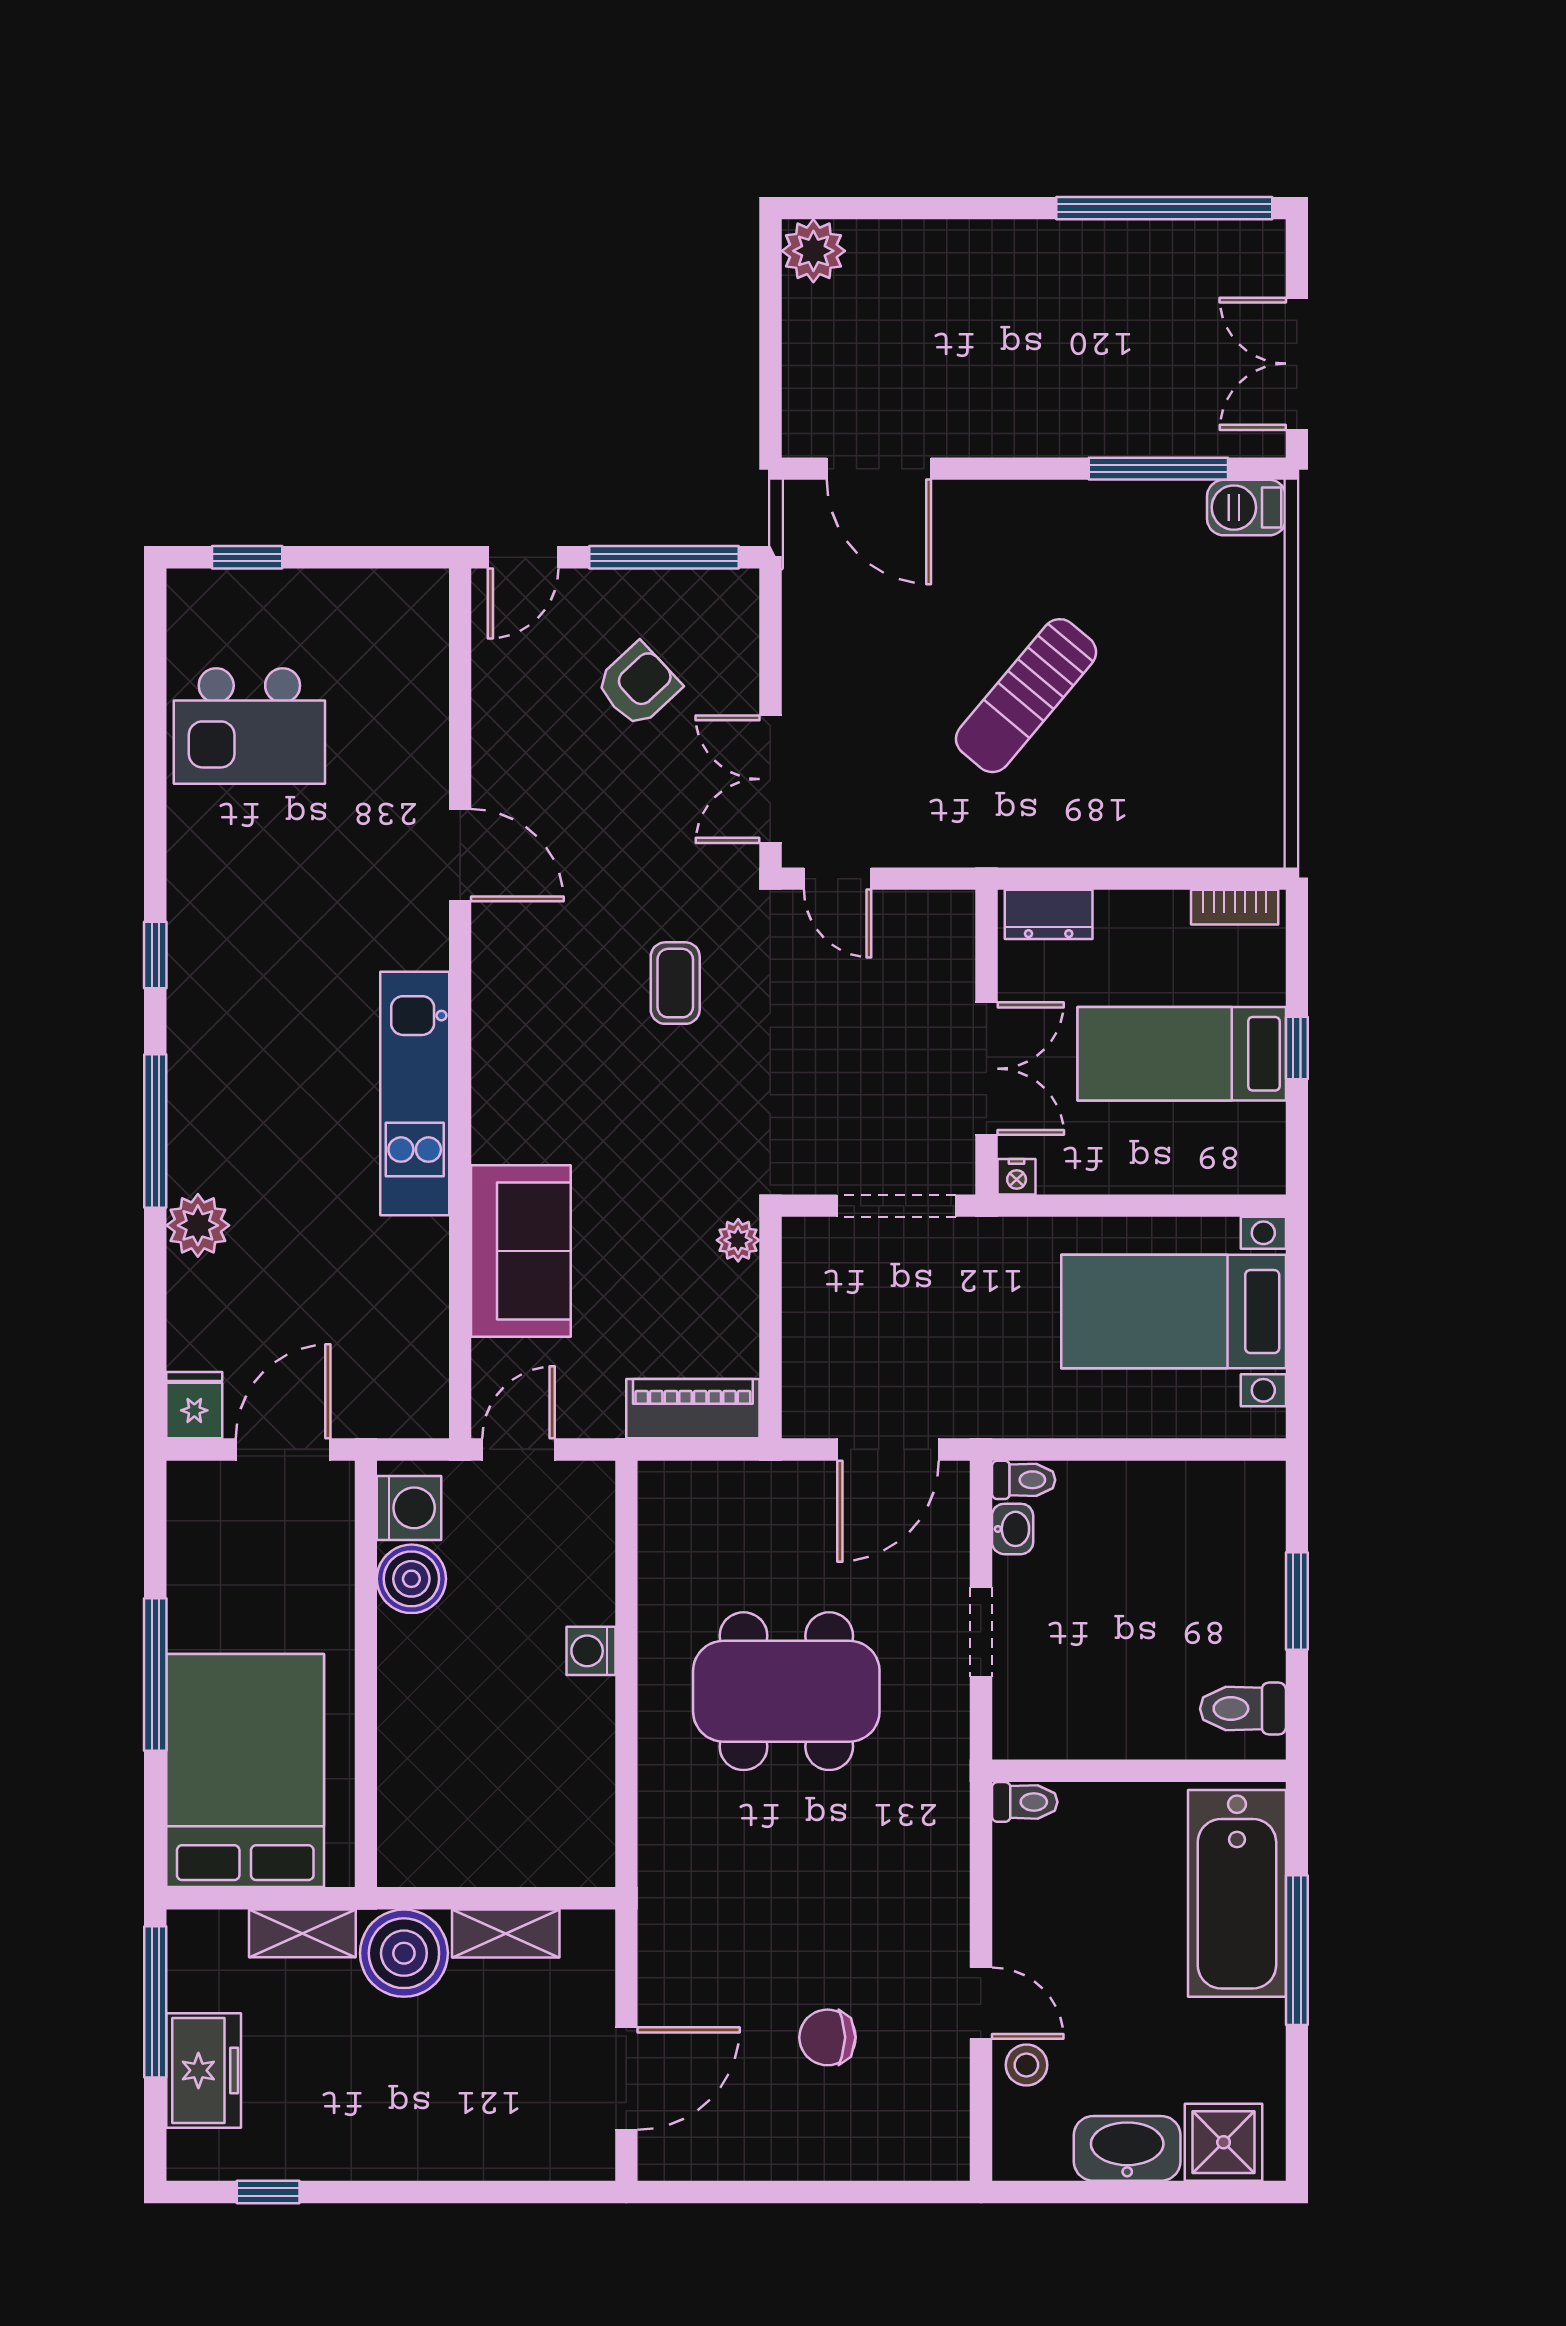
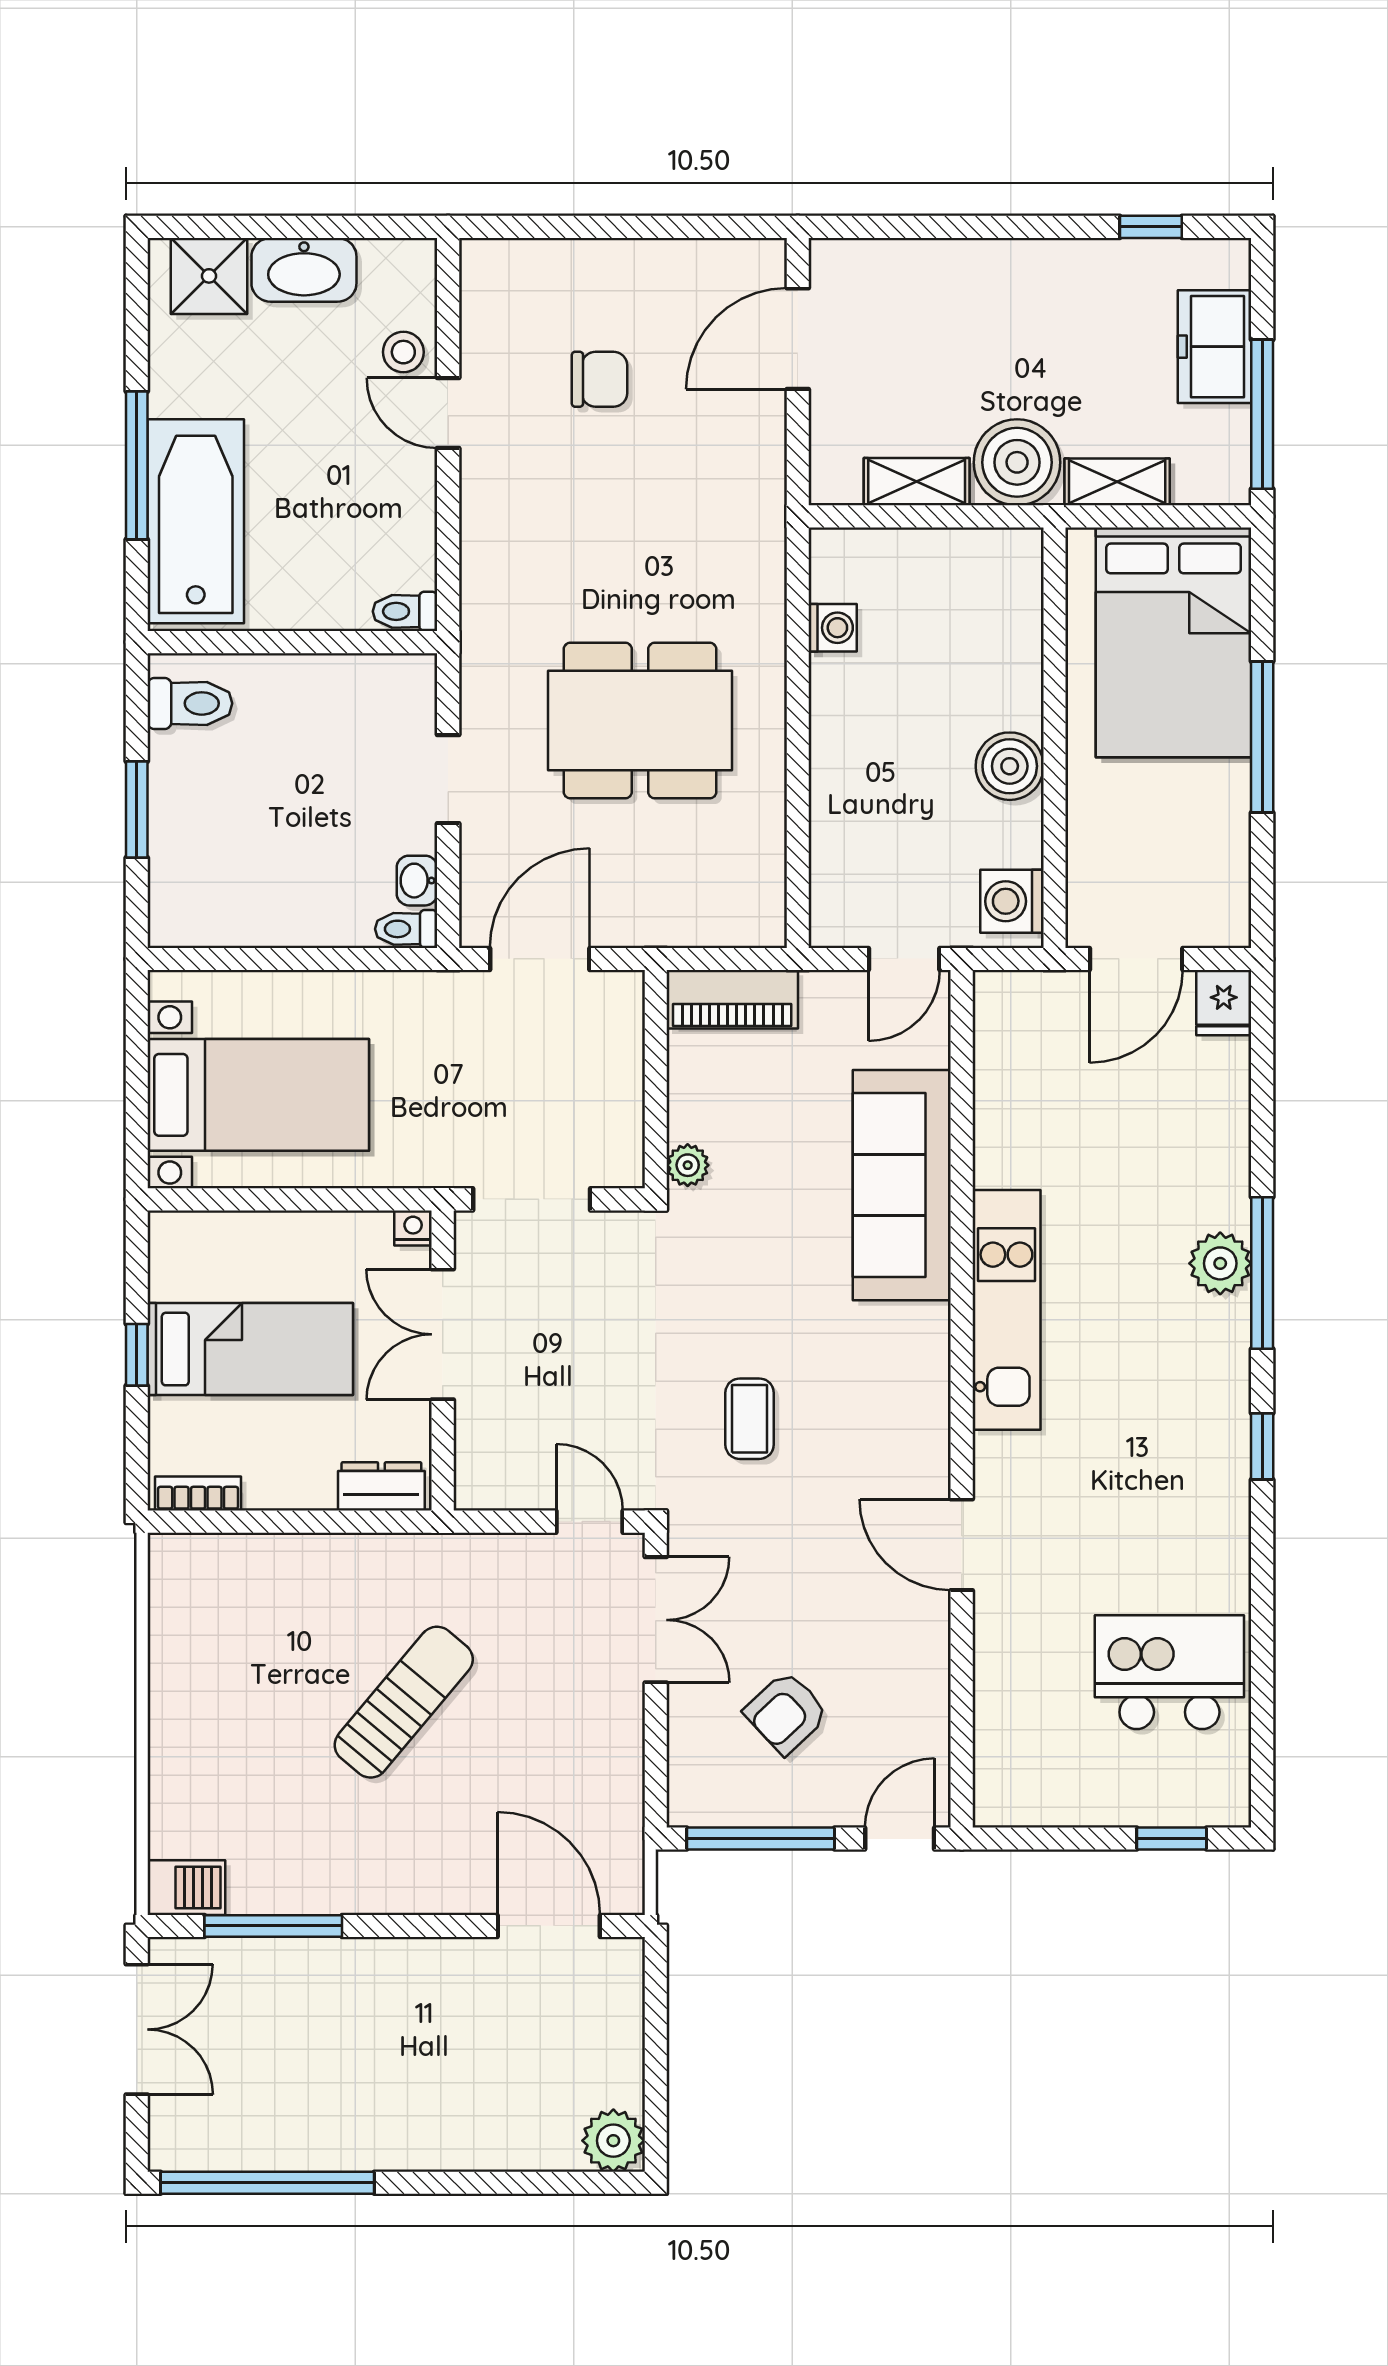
plant: (198, 1225) -> (1220, 1263), moved
sofa: (521, 1251) -> (902, 1185), width x1.36
boiler: (411, 1579) -> (1010, 766), moved
washing machine: (591, 1651) -> (833, 628), moved

